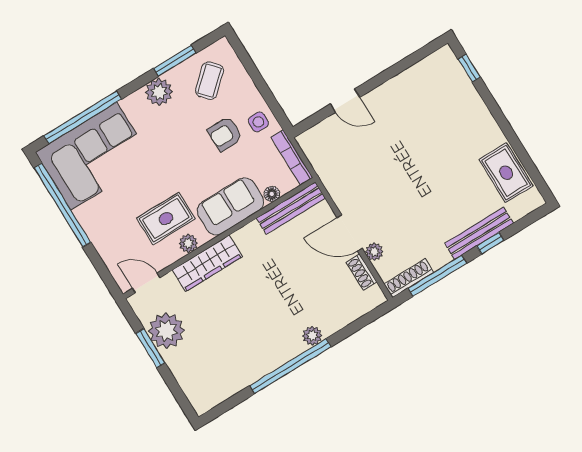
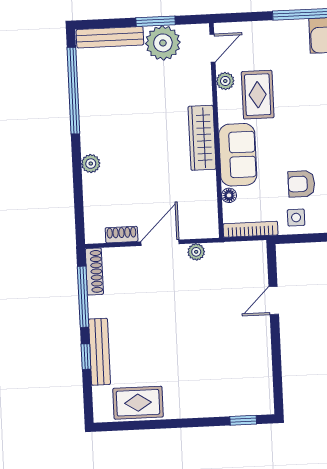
armchair: (225, 134) -> (301, 184), turned -90
bench: (291, 208) -> (110, 37), moved, turned 90
plant: (188, 243) -> (225, 81), moved
plant: (374, 252) -> (196, 252), moved
wardrobe: (207, 263) -> (202, 138), moved
window: (290, 366) -> (73, 91), moved

